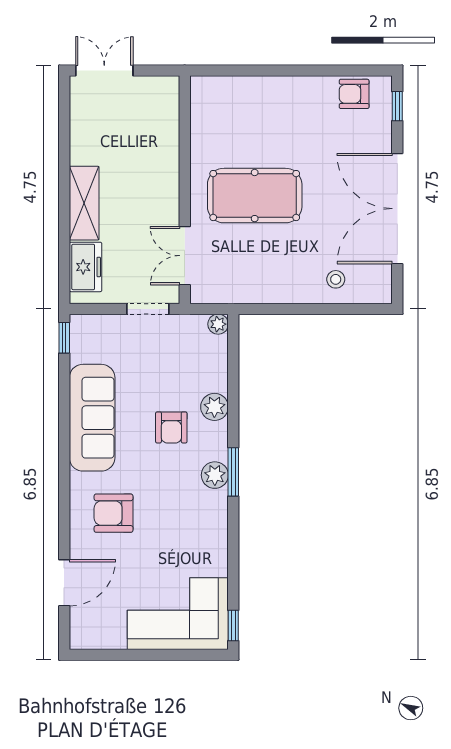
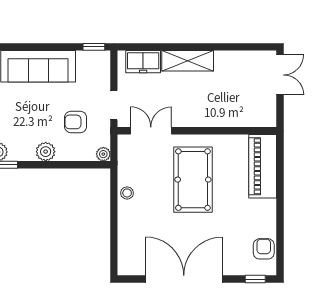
piano: (235, 96) -> (263, 166), added
stool: (336, 279) -> (127, 193), moved
armchair: (171, 427) -> (76, 122), moved

